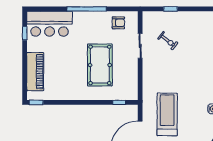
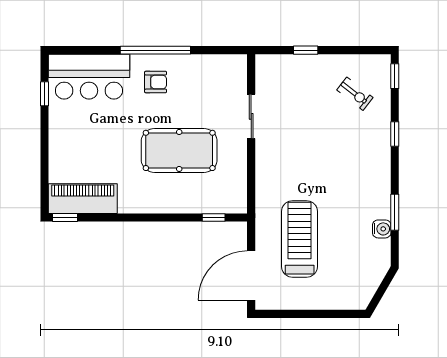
armchair: (118, 23) -> (156, 82), moved
exercise bike: (168, 41) -> (355, 94), moved
pool table: (100, 65) -> (179, 150), turned 90
piano: (35, 72) -> (83, 199), moved, turned -90

